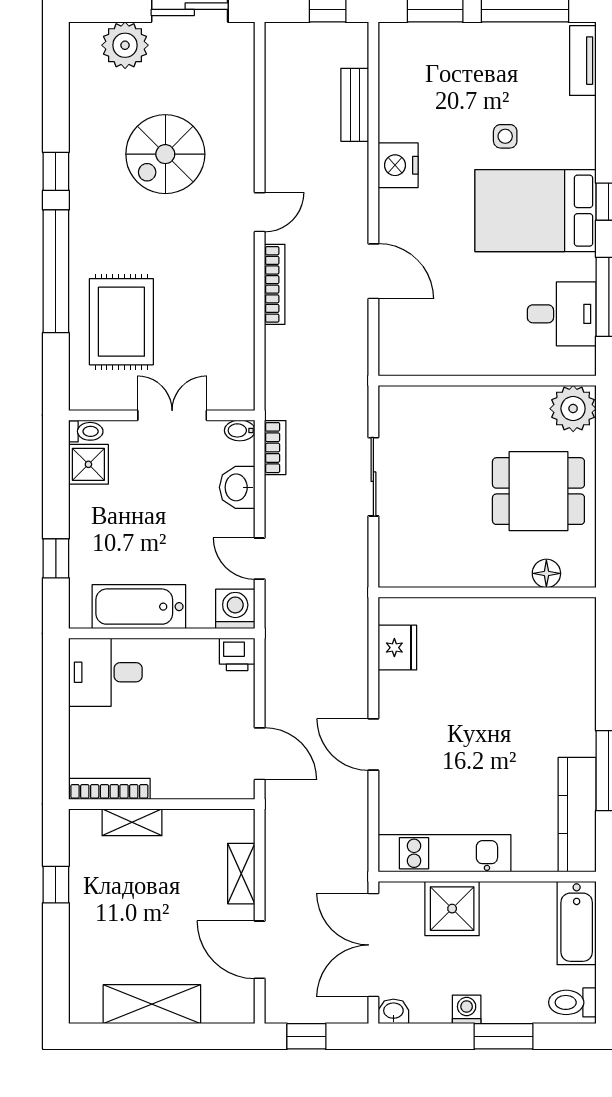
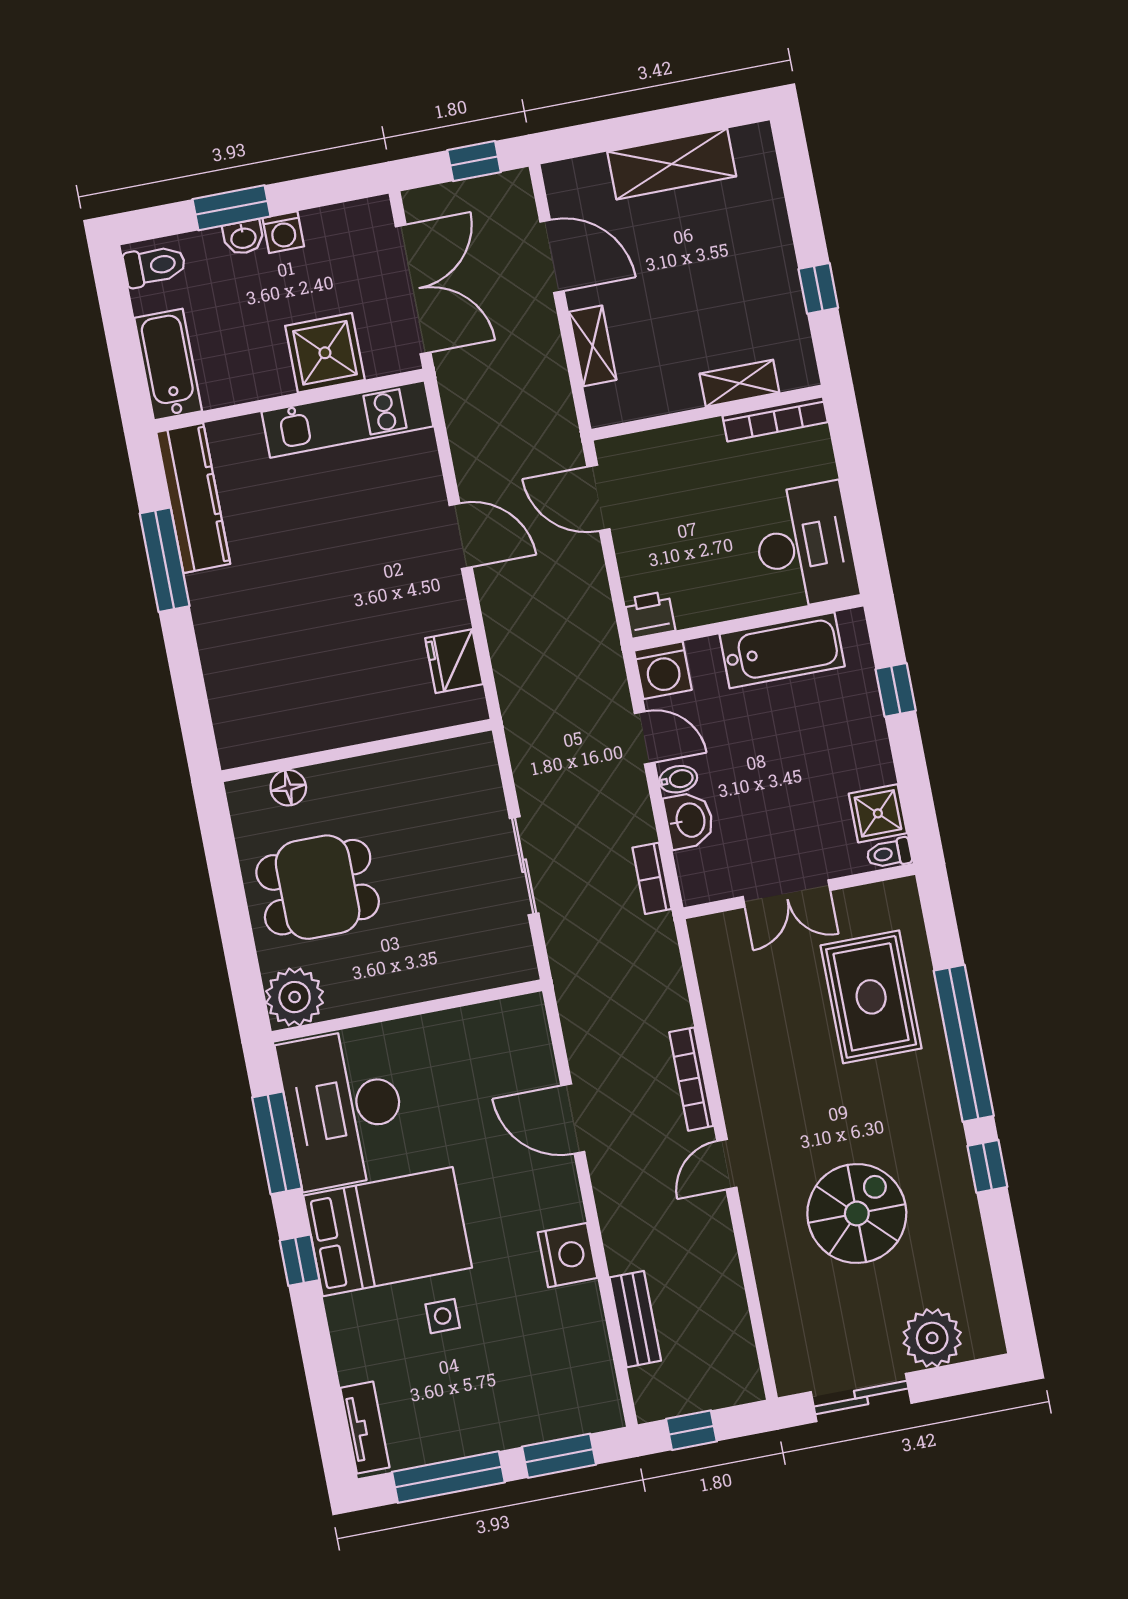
desk: (562, 314) -> (344, 1108), width x1.87, depth x1.30
bidet: (240, 430) -> (678, 779), moved
desk: (105, 672) -> (805, 546), width x1.37
washbasin: (393, 1011) -> (243, 237), moved

